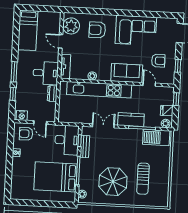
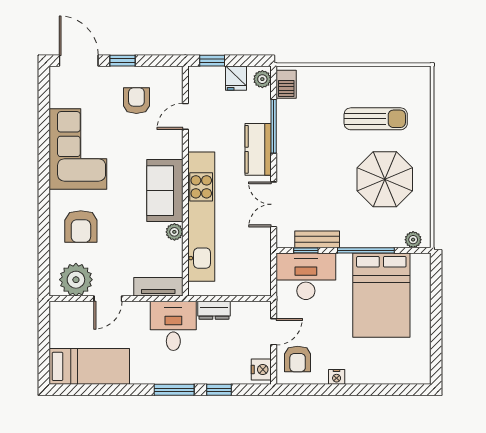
window: (178, 66) -> (123, 61), moved
sofa: (127, 73) -> (165, 191), moved
barbecue: (156, 138) -> (286, 84), width x0.53, depth x0.65

